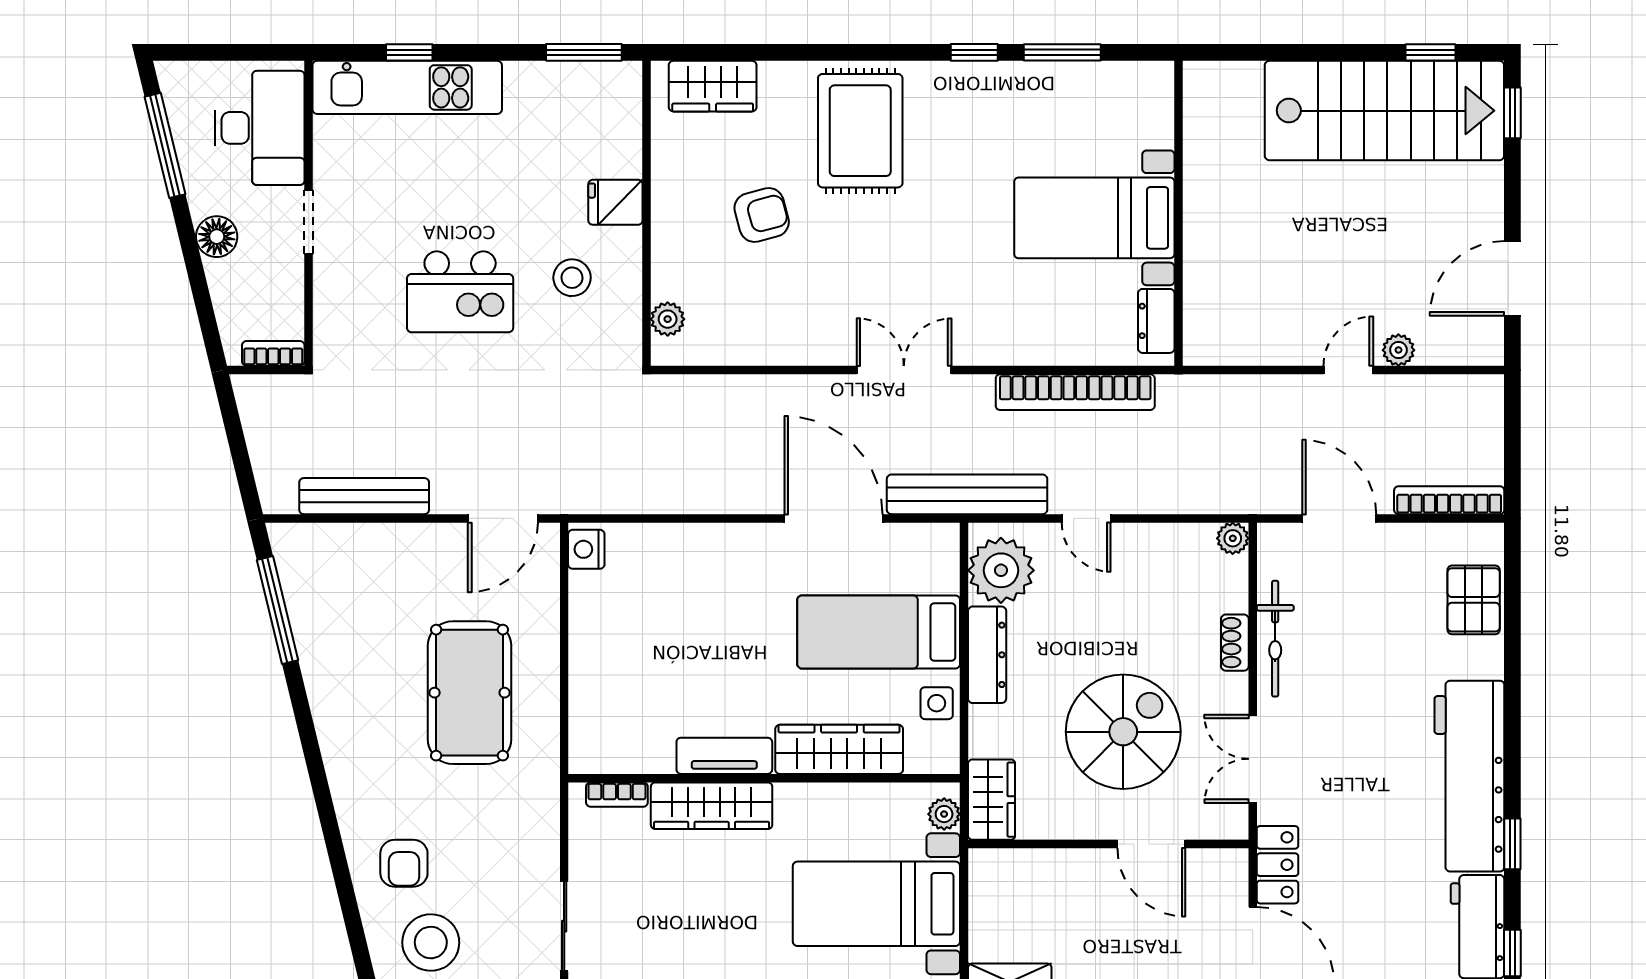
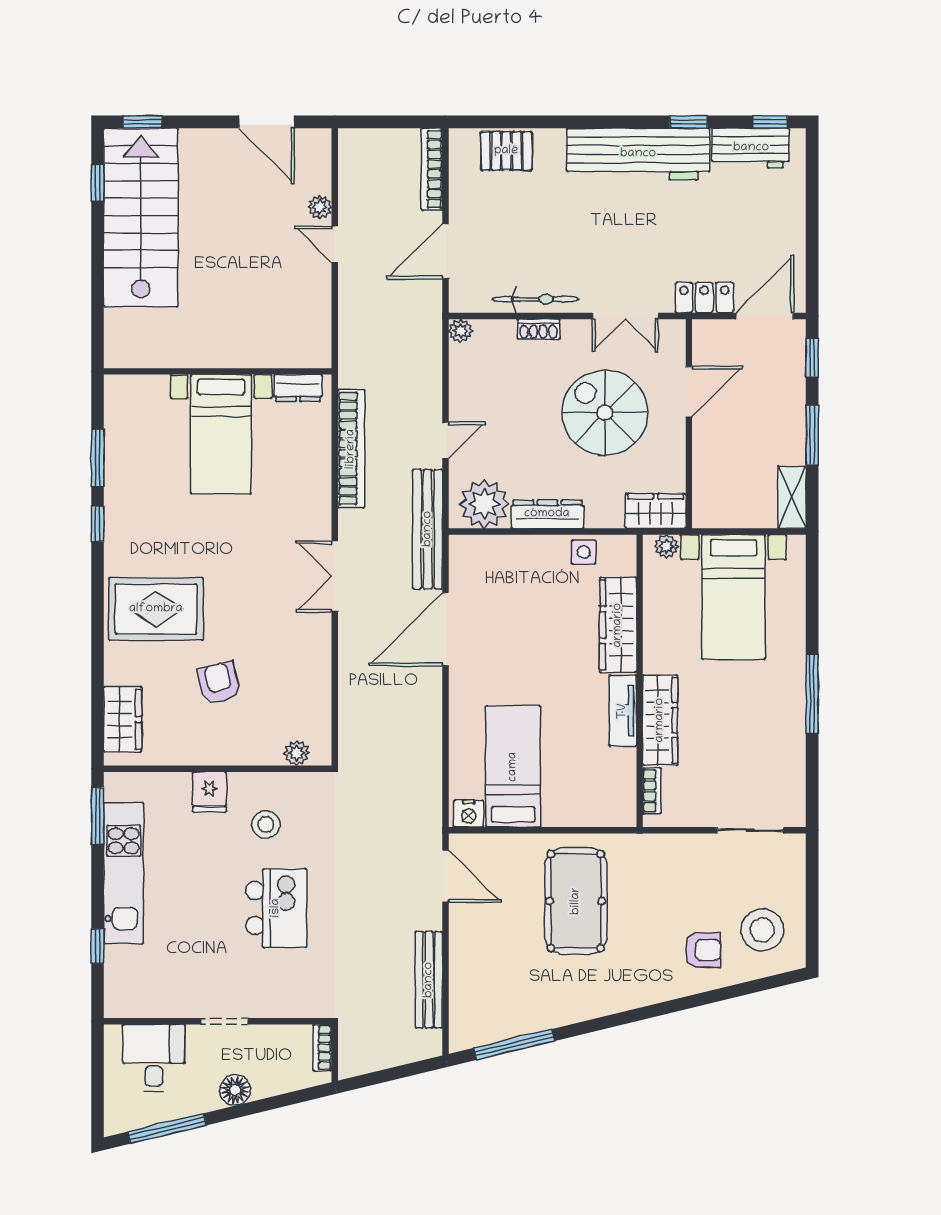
kitchen unit: (407, 87) -> (124, 873), moved
desk: (259, 128) -> (154, 1058), width x0.73
bed: (879, 632) -> (513, 767), moved, turned 180
pool table: (470, 693) -> (576, 901), turned 90

